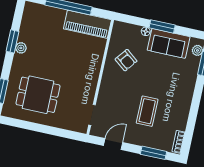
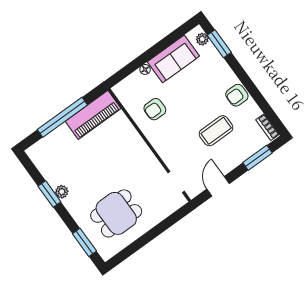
window: (162, 26) -> (154, 51), removed
armchair: (126, 60) -> (155, 109), turned 142
armchair: (181, 104) -> (237, 95), added
coffee table: (147, 111) -> (216, 131), turned 90

